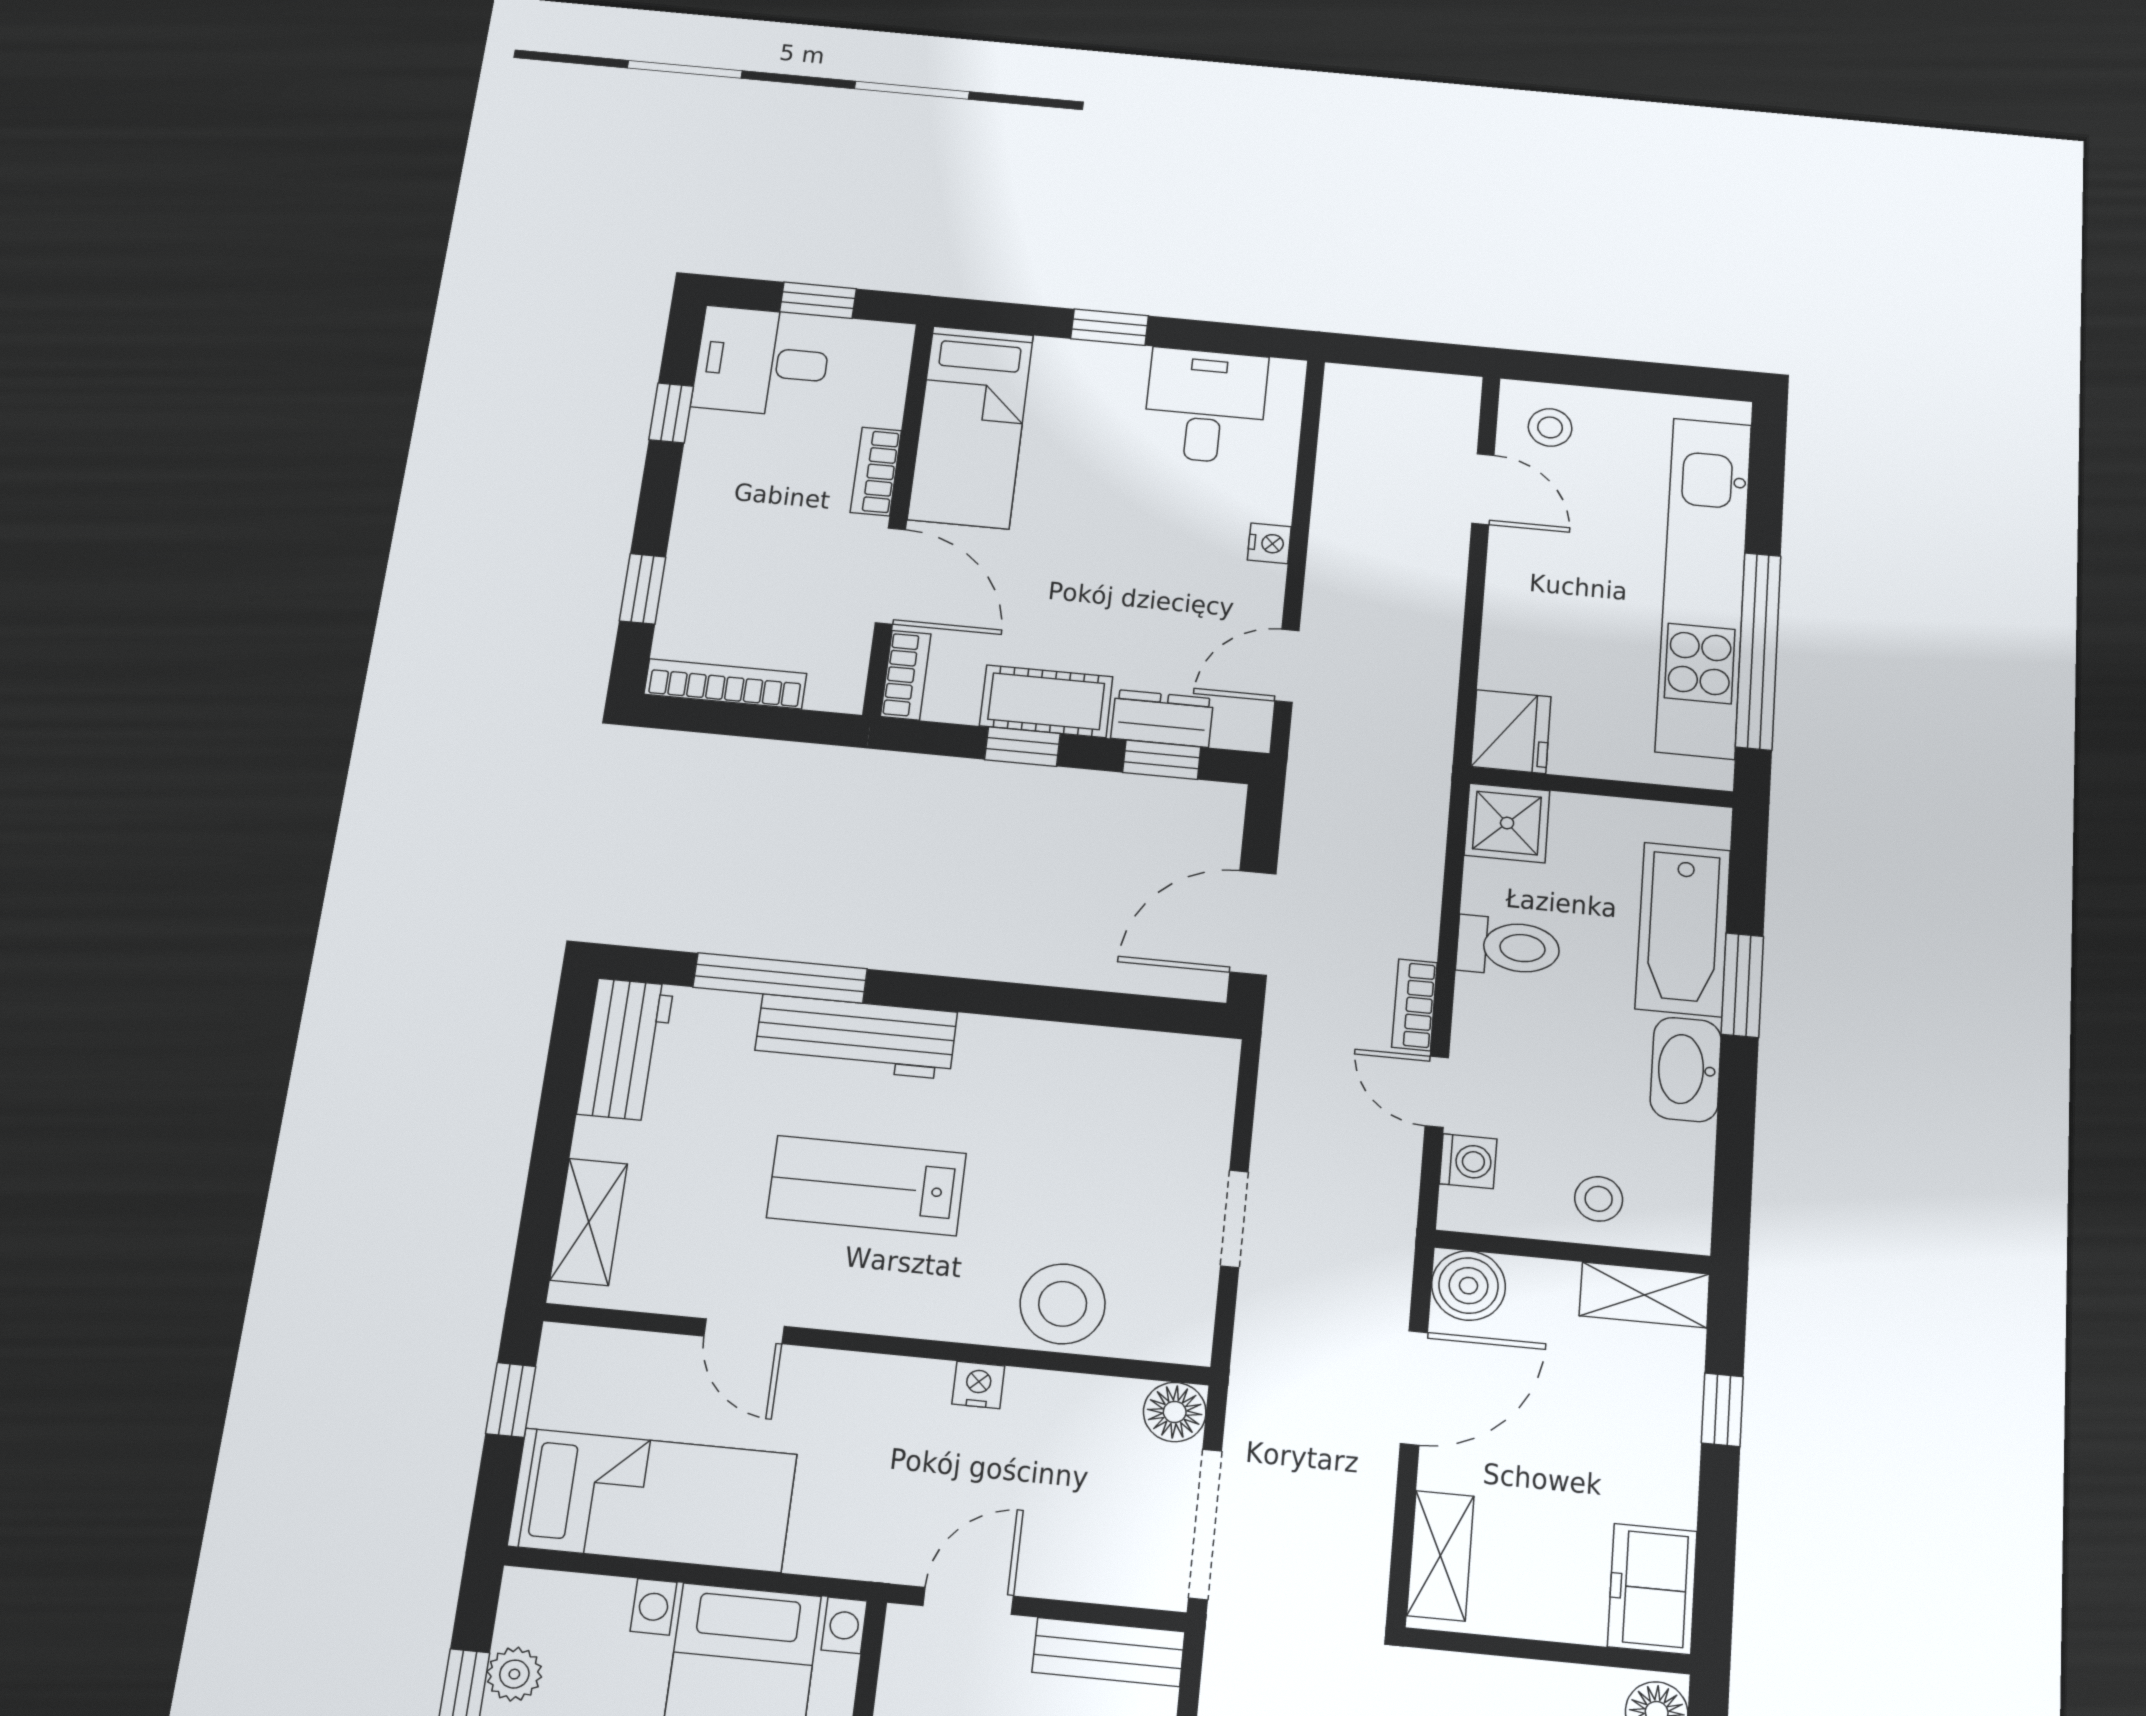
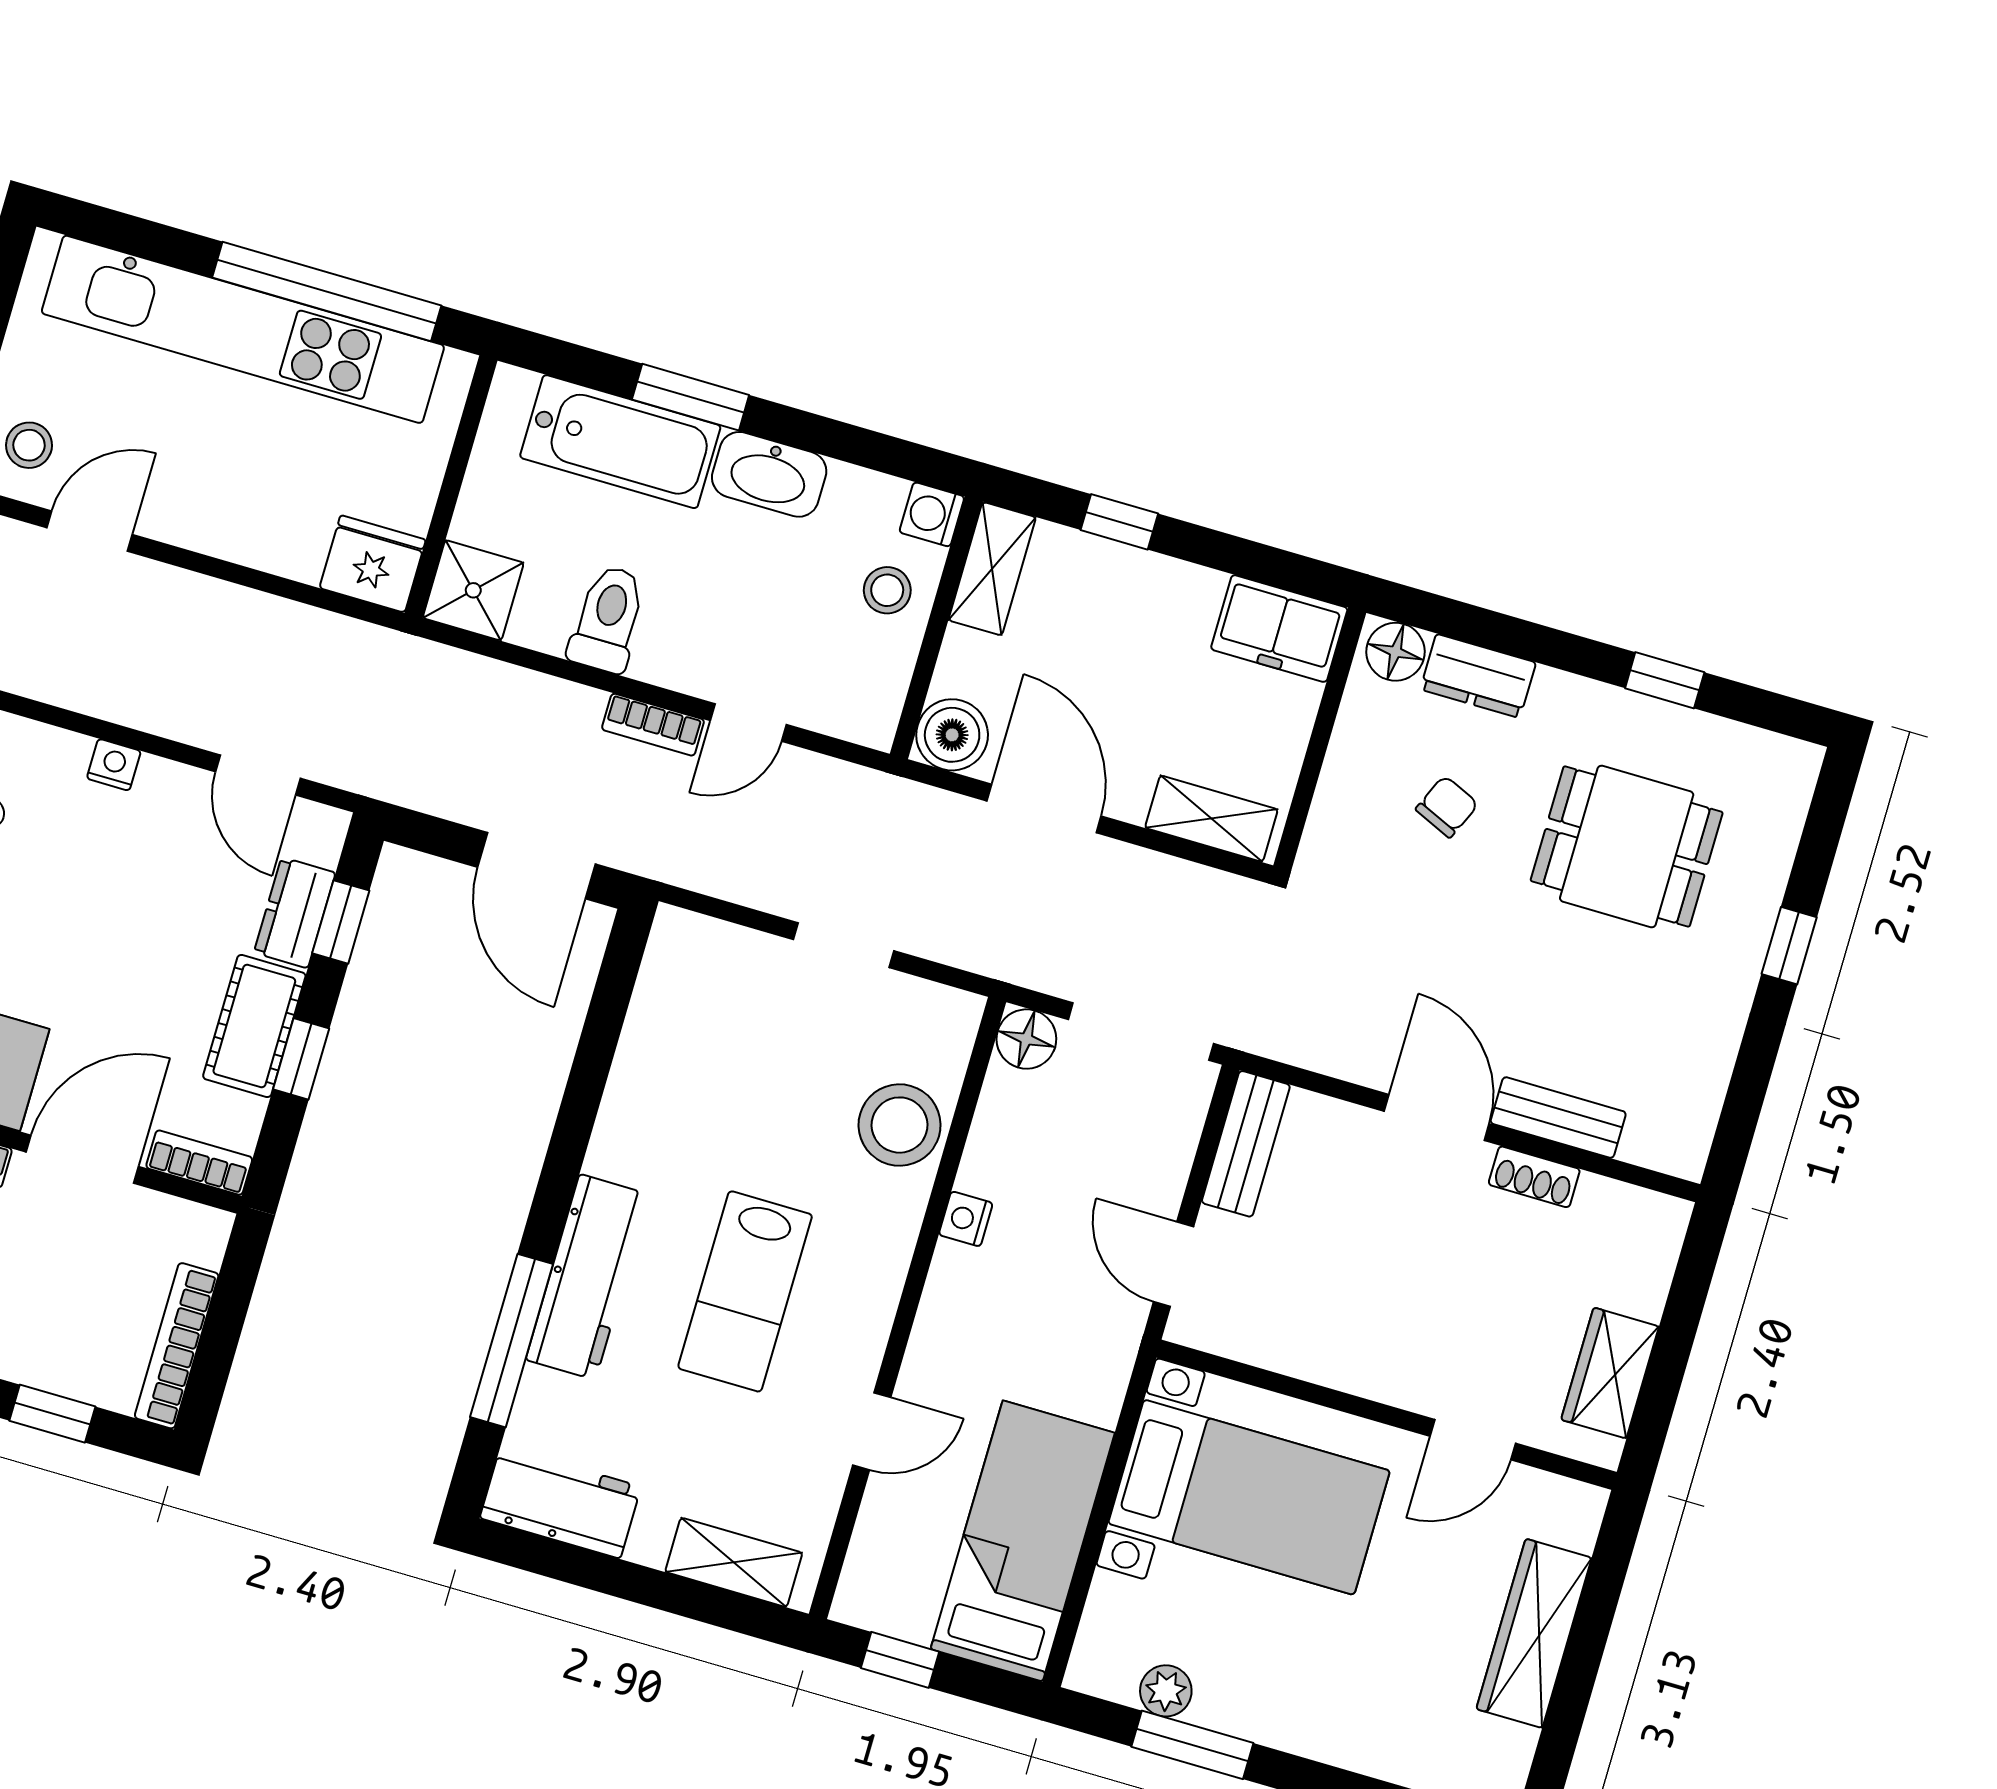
washing machine: (1468, 1161) -> (932, 514), moved, turned -90

